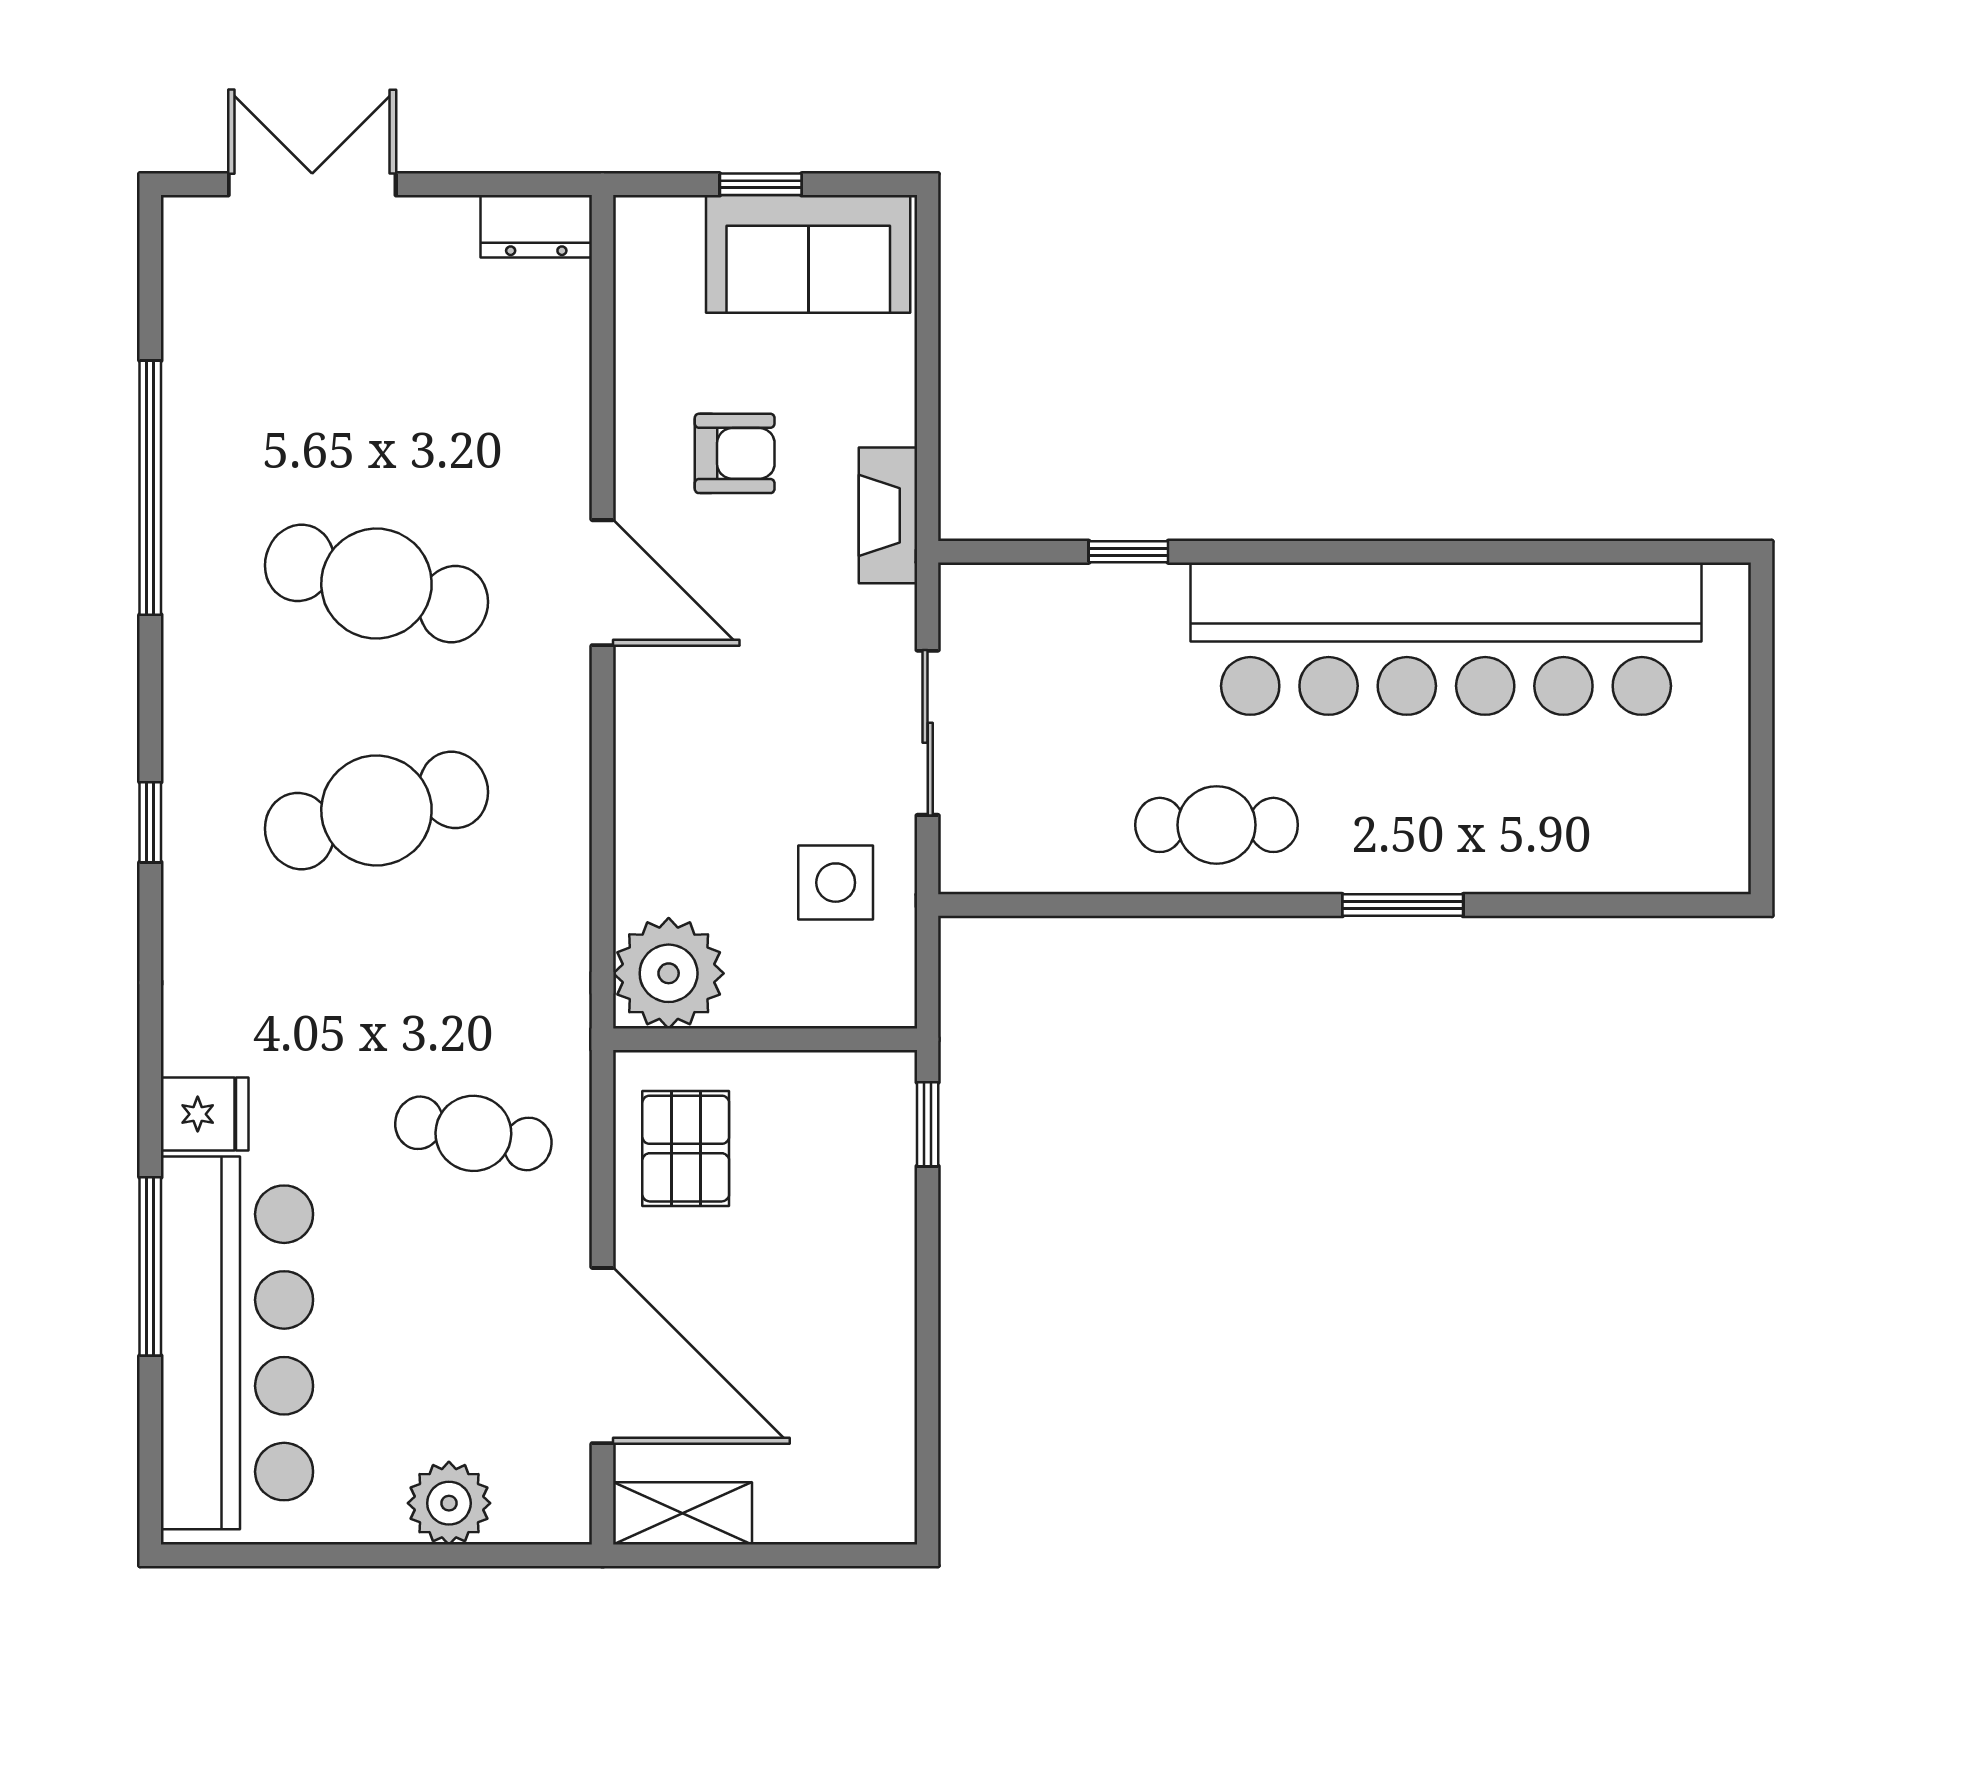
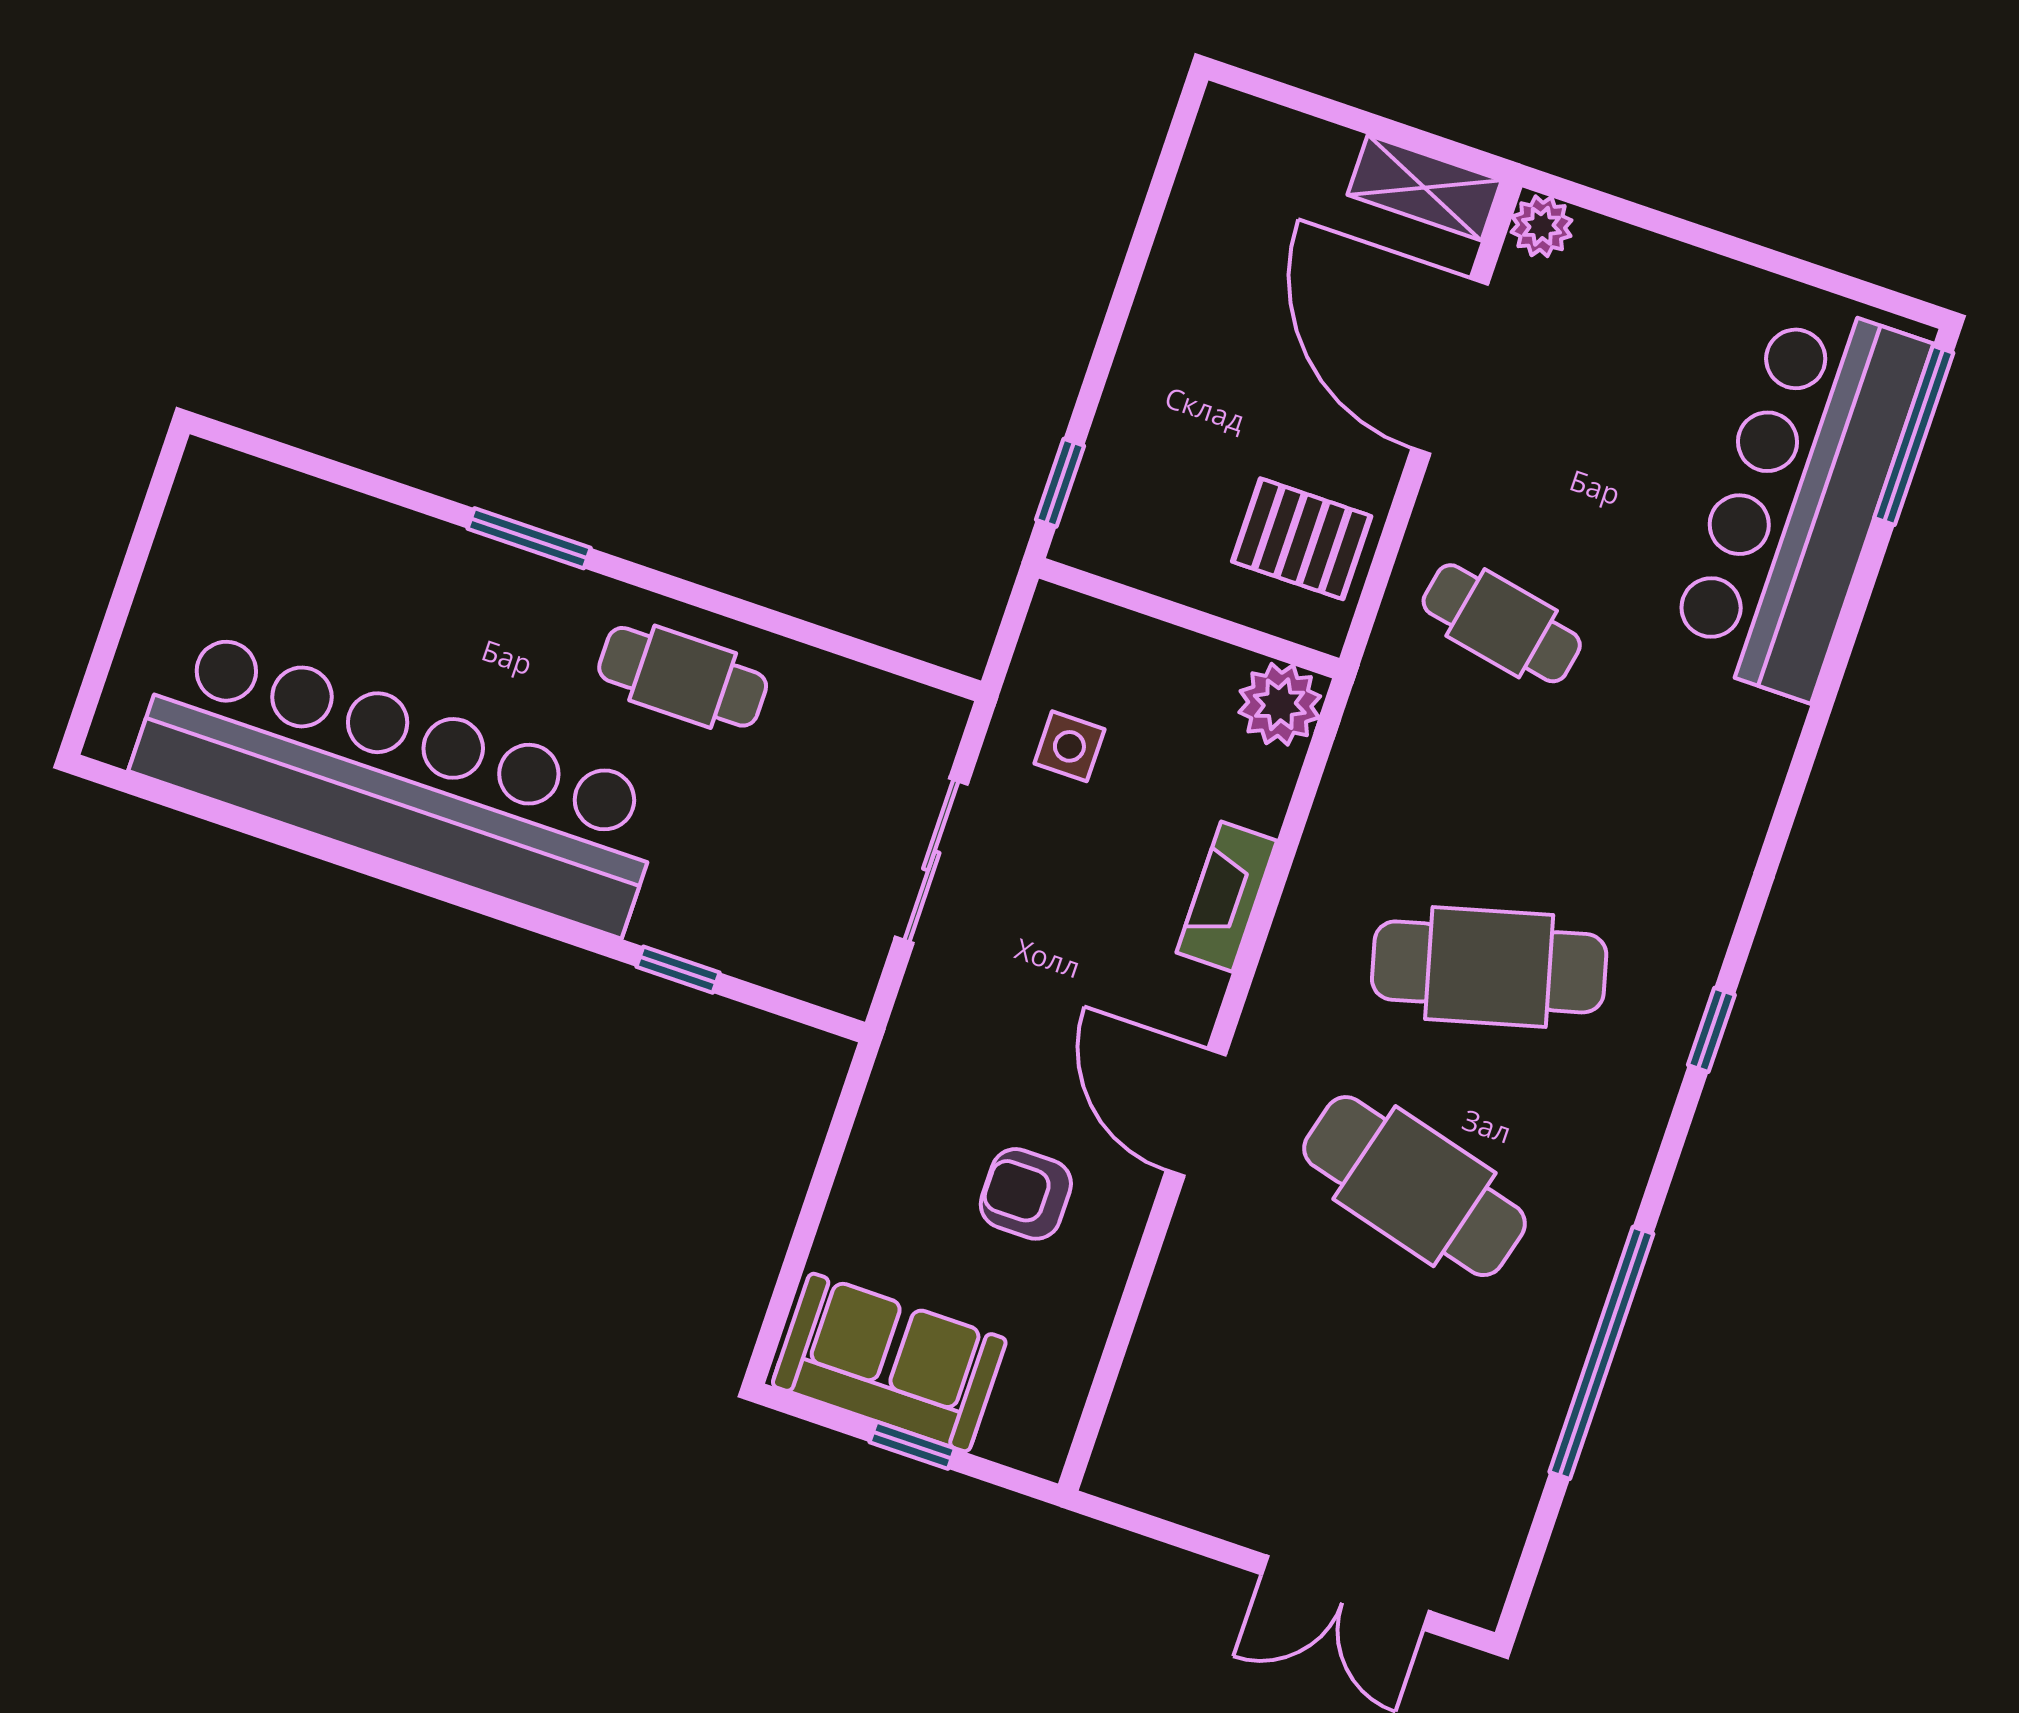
dresser: (536, 226) -> (1143, 1479), removed
fireplace: (888, 515) -> (1227, 897), moved, turned 180
side table: (836, 883) -> (1069, 746), width x0.73, depth x0.73
plant: (669, 973) -> (1280, 704), width x0.73, depth x0.73
fridge: (205, 1114) -> (1755, 730), removed
pallet: (686, 1149) -> (1302, 539), turned 90
window: (150, 1266) -> (1914, 435), moved
plant: (449, 1503) -> (1542, 226), moved, width x0.73, depth x0.73

